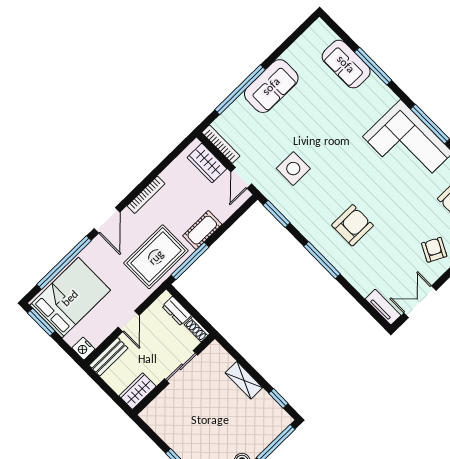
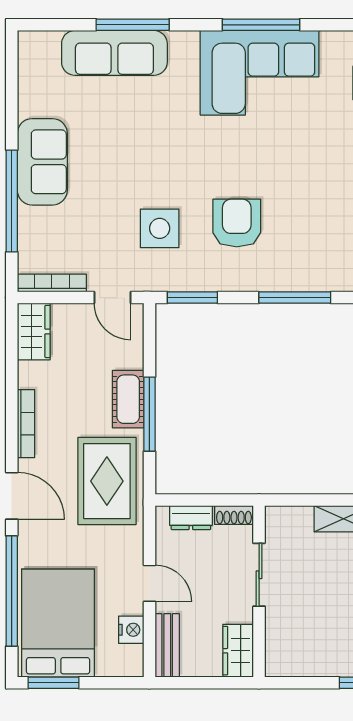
sofa: (346, 64) -> (114, 53), width x1.36
wardrobe: (207, 163) -> (34, 332), moved, turned -90
armchair: (352, 225) -> (237, 223), moved
window: (190, 261) -> (149, 414), moved
nightstand: (83, 349) -> (131, 630), moved, turned -90

